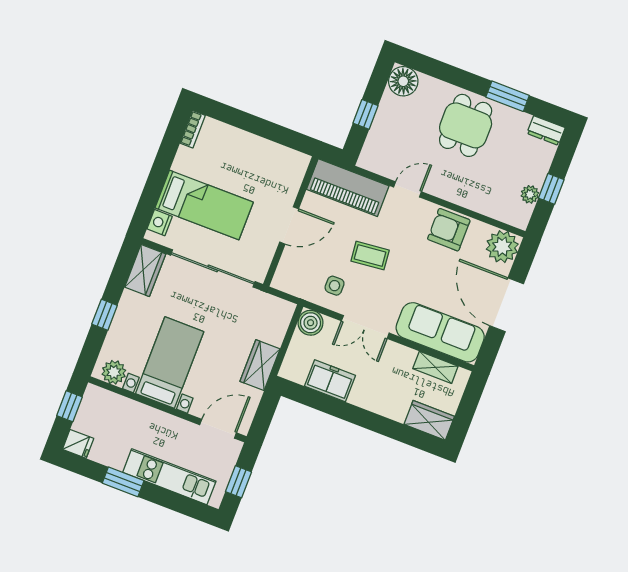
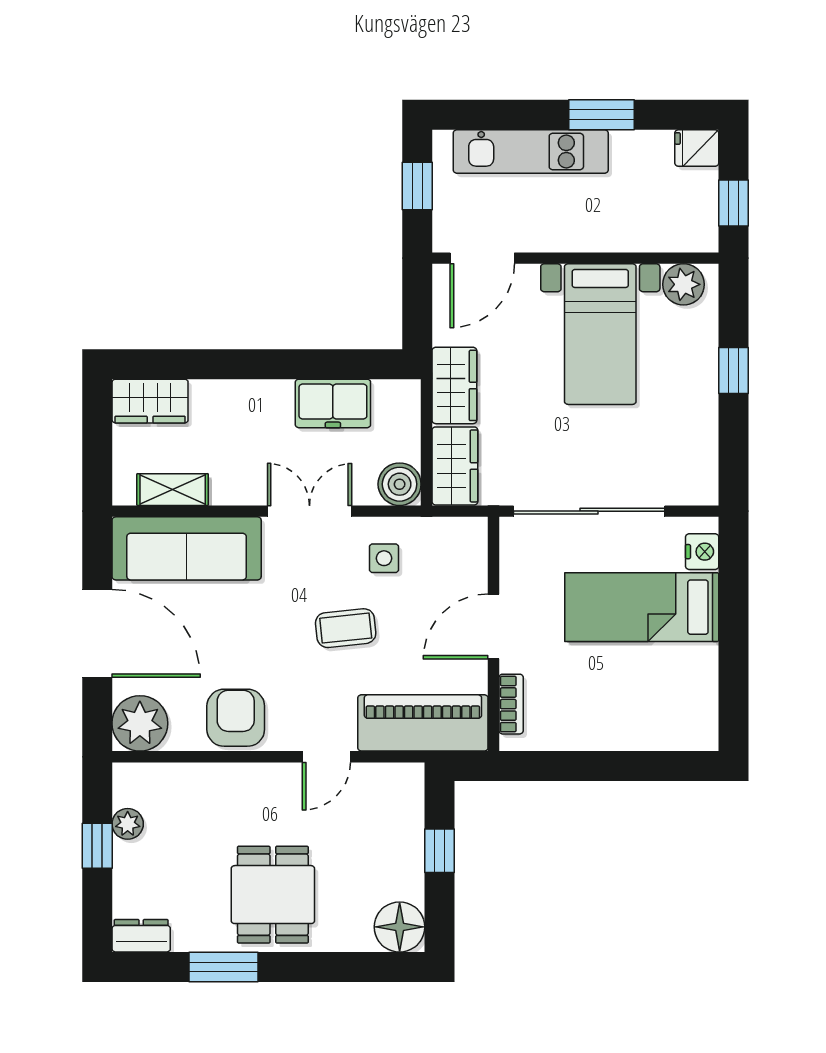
bookcase: (193, 129) -> (511, 704), moved, turned 180
armchair: (449, 230) -> (236, 718), turned -90
wardrobe: (145, 270) -> (455, 466), moved, turned 180

